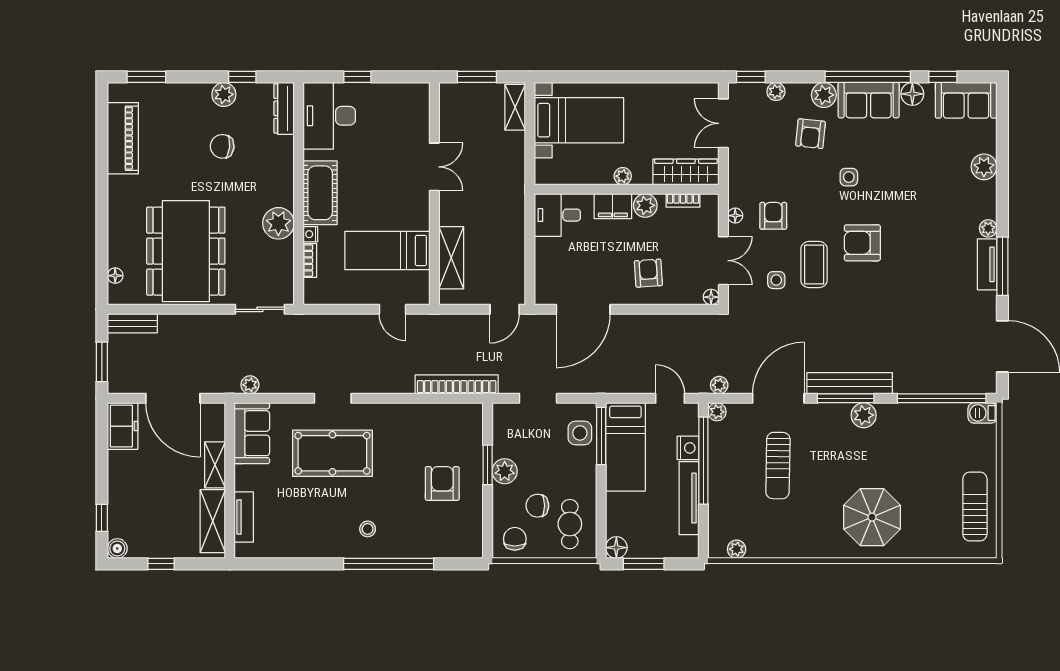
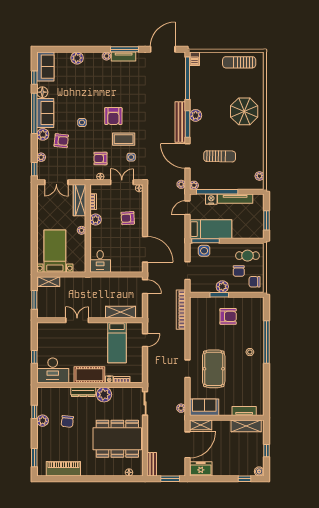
dresser: (284, 108) -> (83, 392), moved
filing cabinet: (613, 206) -> (96, 235), removed
shelving: (215, 465) -> (201, 425), moved
armchair: (442, 483) -> (228, 316), turned 180
floor lamp: (616, 548) -> (259, 233), removed

